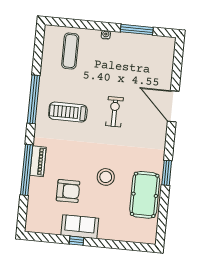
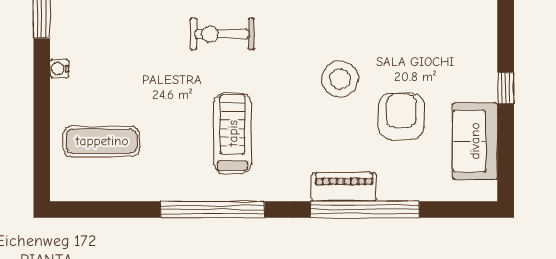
treadmill: (68, 112) -> (233, 133), turned 180
stool: (106, 177) -> (340, 79), moved
sofa: (80, 227) -> (475, 141), moved

